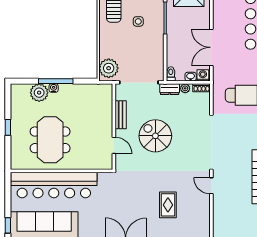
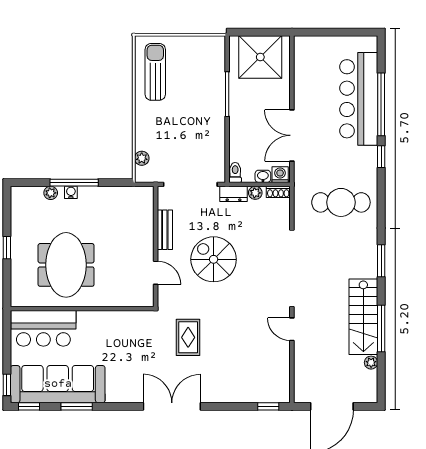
side table: (138, 21) -> (190, 99), removed
plant: (109, 68) -> (142, 158), width x0.53, depth x0.53
plant: (39, 93) -> (51, 193), width x0.53, depth x0.53
bar counter: (54, 185) -> (43, 328), width x0.54
rug: (168, 205) -> (188, 337), moved

